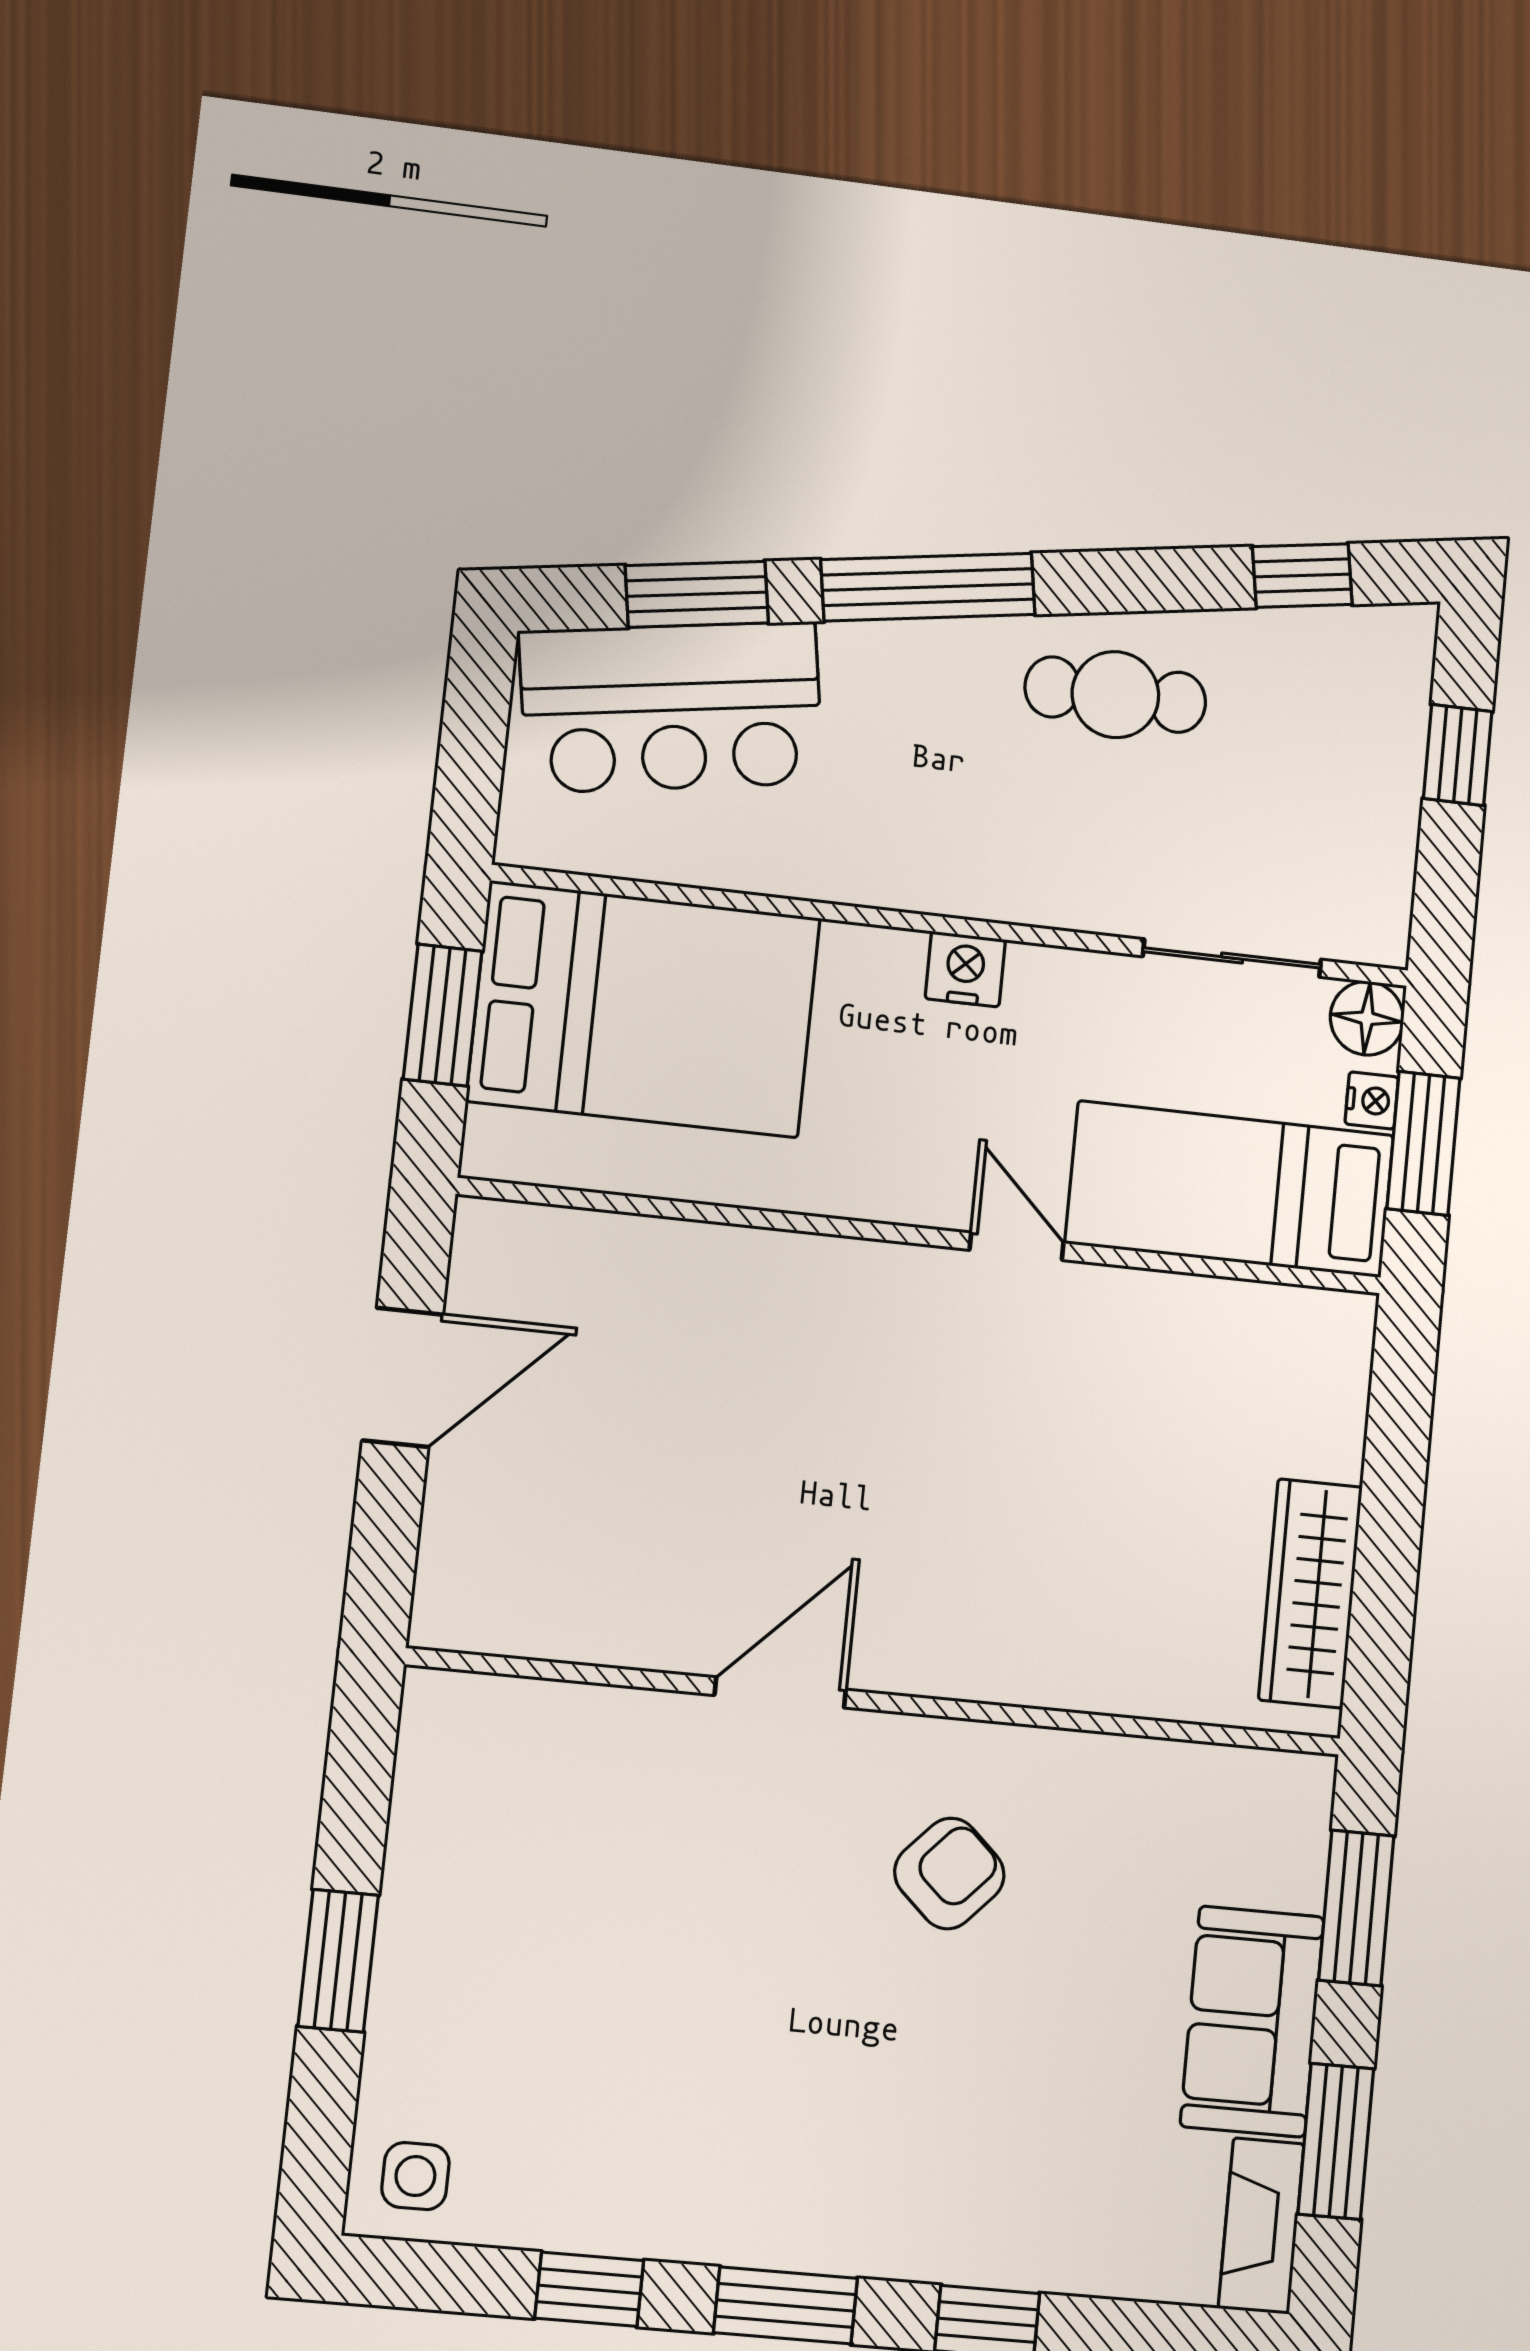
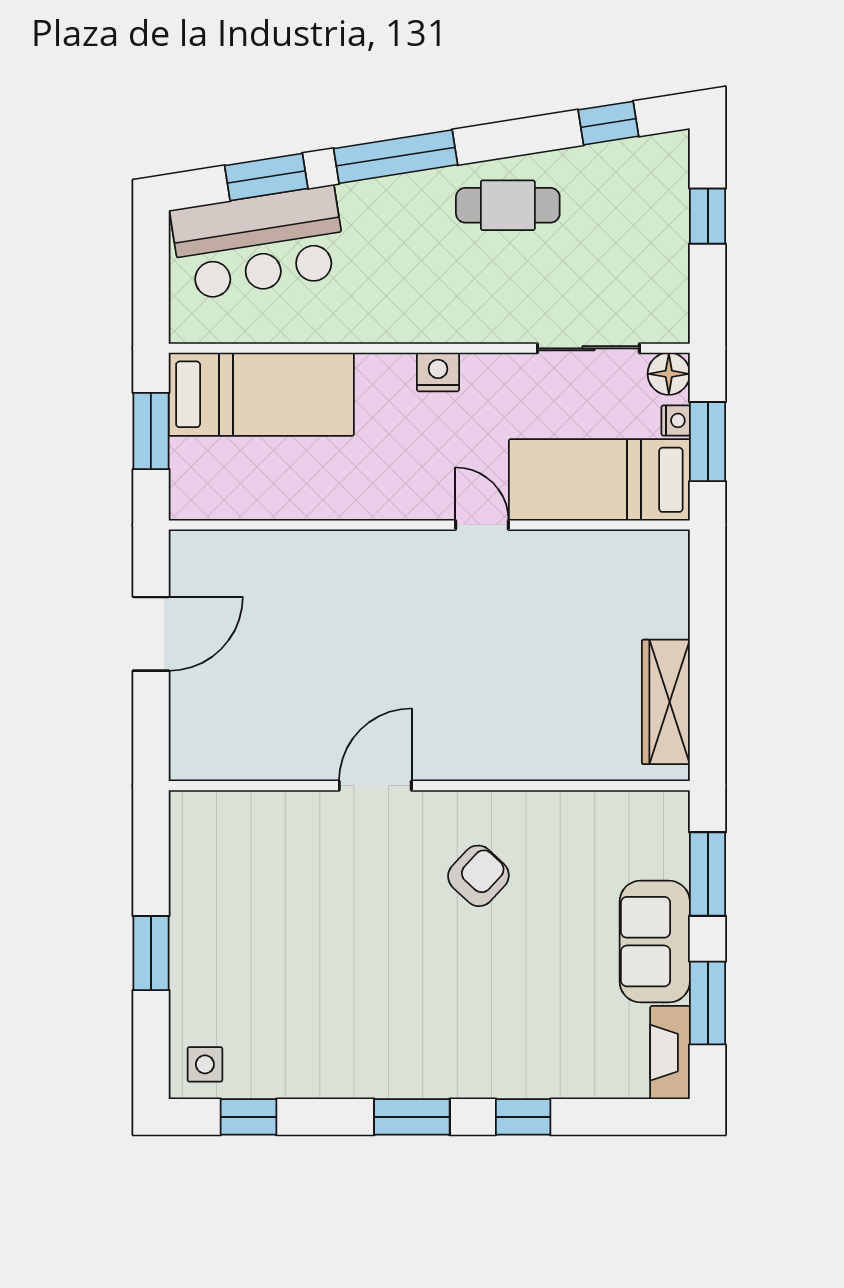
bed: (644, 1009) -> (261, 394), width x0.67
window: (589, 2289) -> (248, 1117), moved

